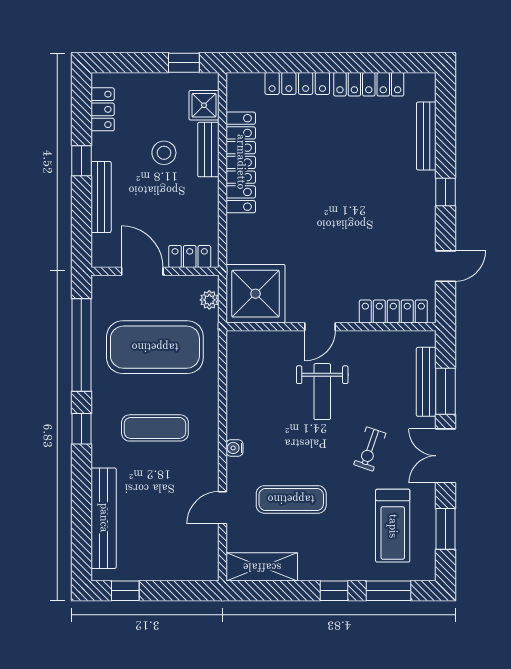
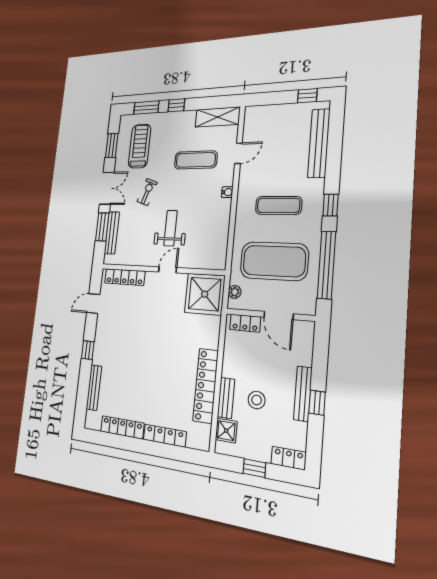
window: (184, 63) -> (254, 468), moved
locker: (103, 109) -> (289, 458), moved, turned 90
bench: (101, 197) -> (303, 394), moved

